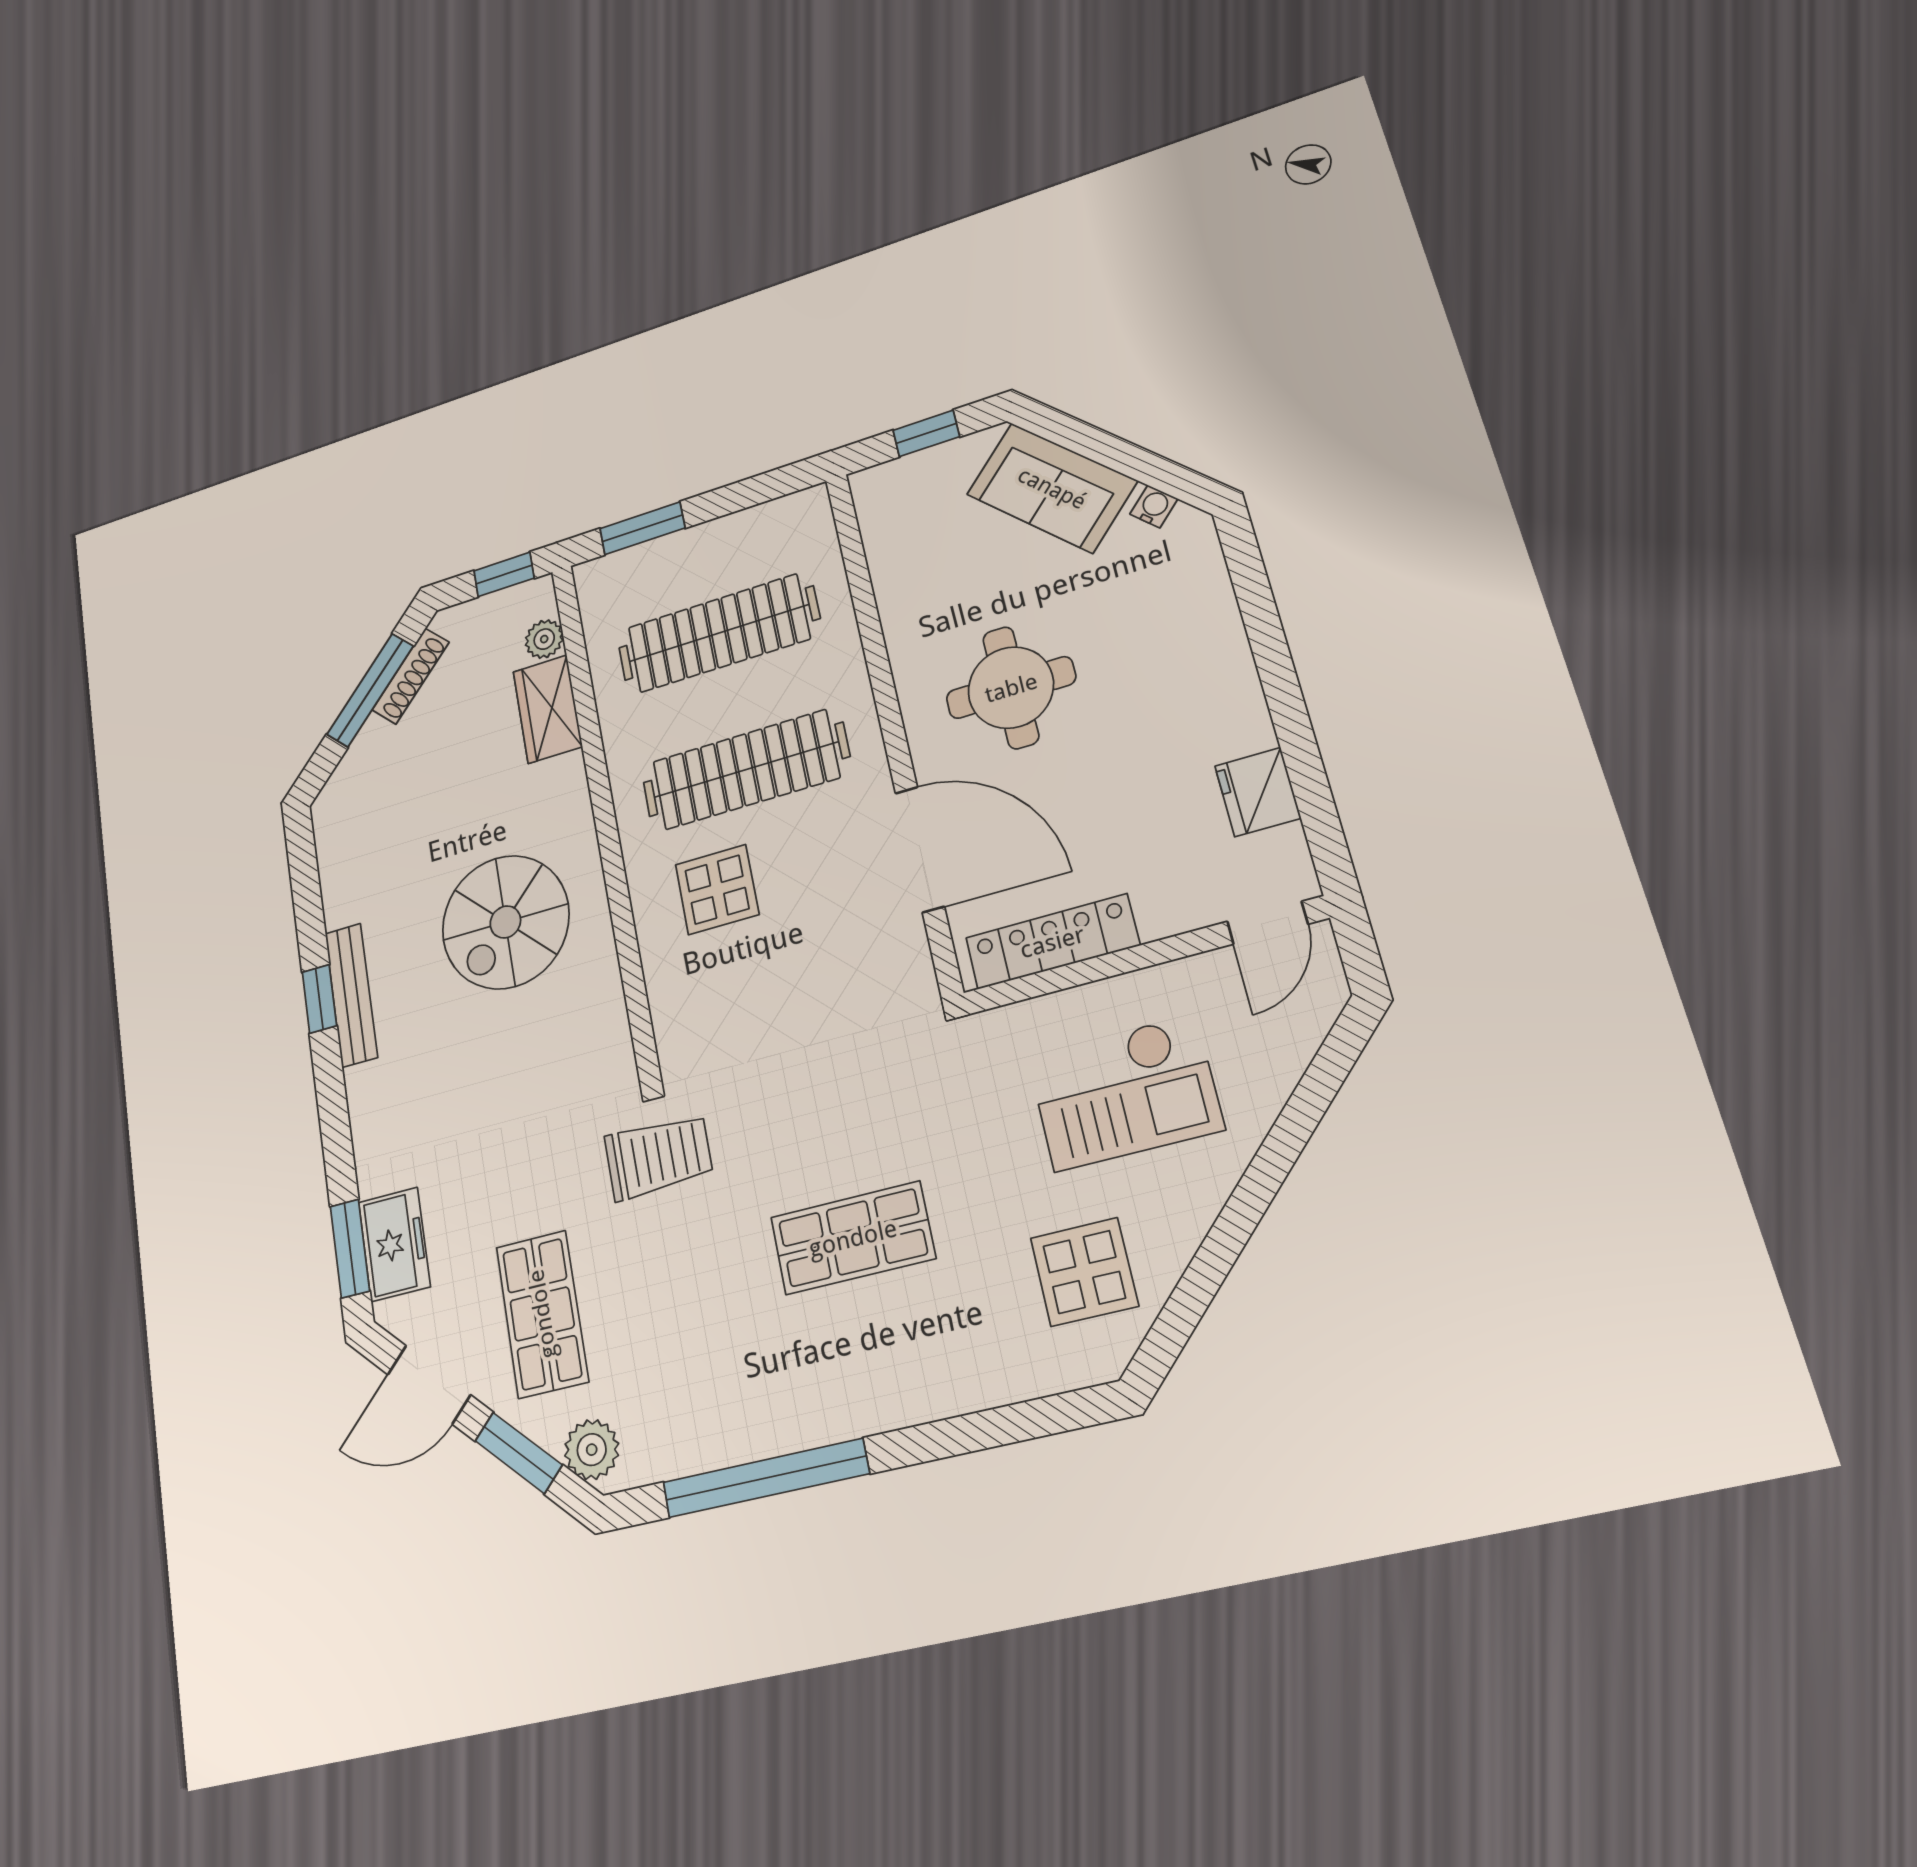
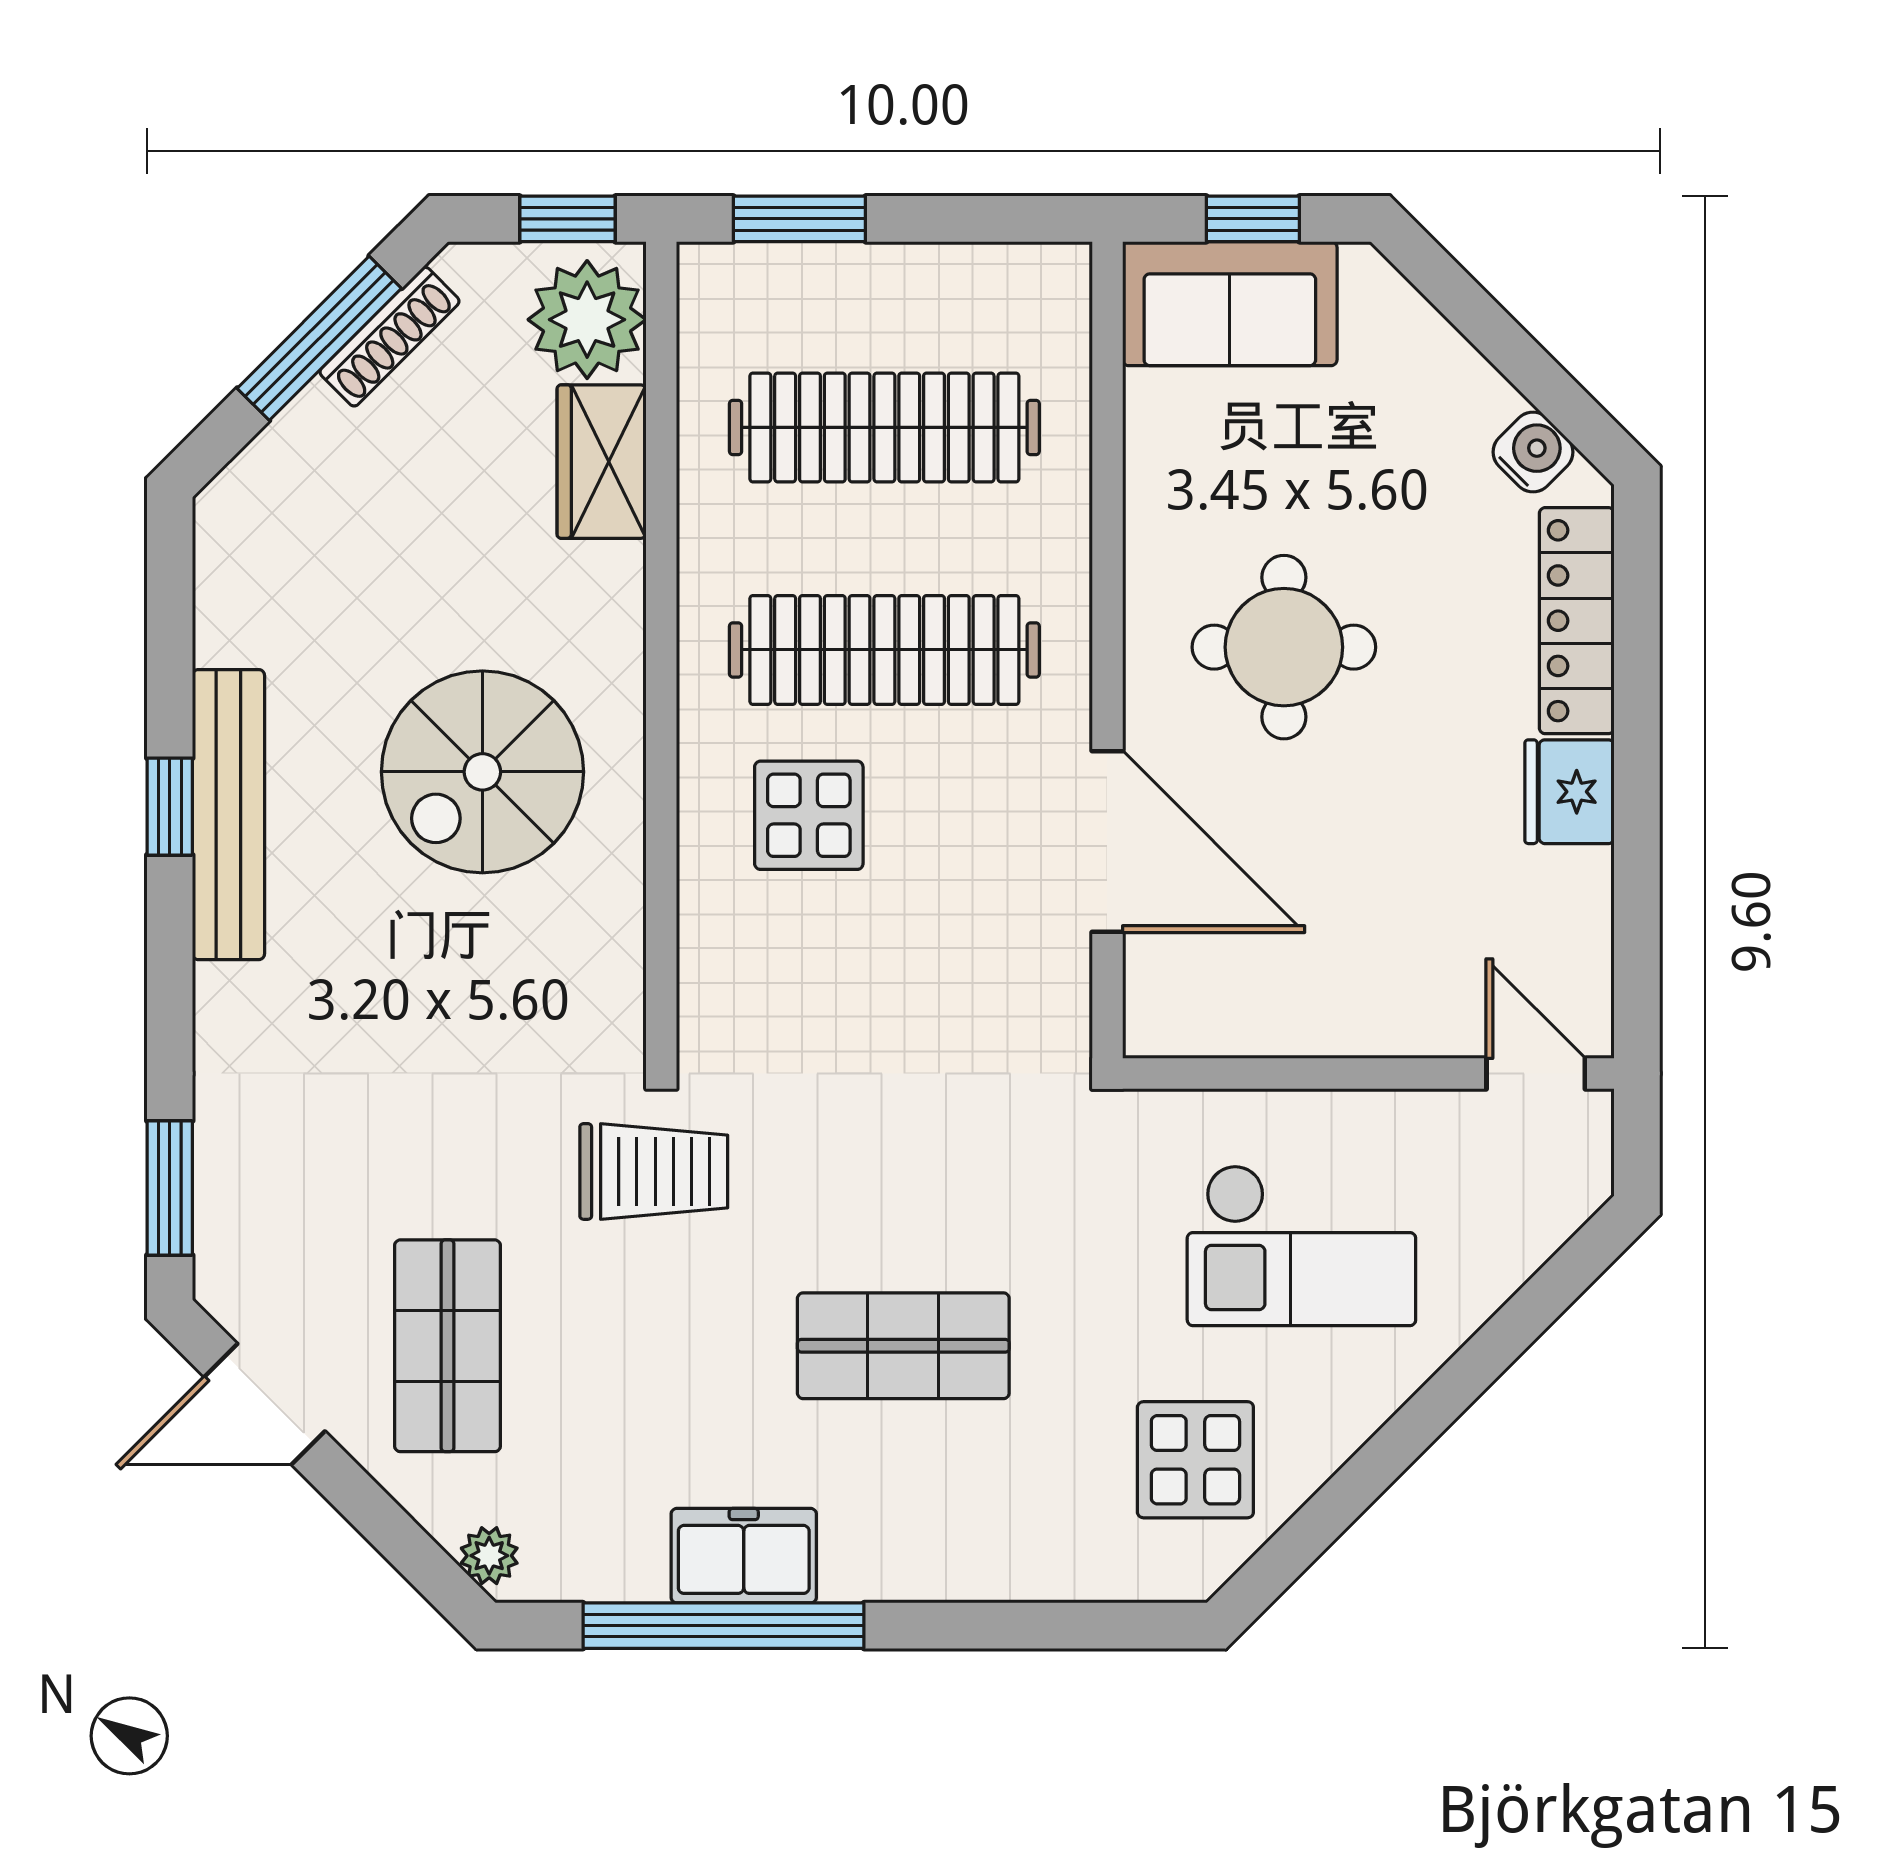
sofa: (1052, 488) -> (1230, 304), moved, turned -45
water cooler: (1154, 506) -> (1533, 452), width x1.38, depth x1.38
plant: (544, 639) -> (587, 320), width x1.88, depth x1.88
fridge: (1258, 792) -> (1569, 792), moved
door: (1267, 923) -> (1536, 1074), swing flipped
locker: (1052, 942) -> (1577, 621), moved, turned -90
bench: (351, 995) -> (228, 815), width x1.37, depth x1.21
freezer: (394, 1244) -> (744, 1556), moved, turned -90
plant: (592, 1450) -> (489, 1556), width x0.73, depth x0.73
window: (519, 1453) -> (383, 1523), removed

